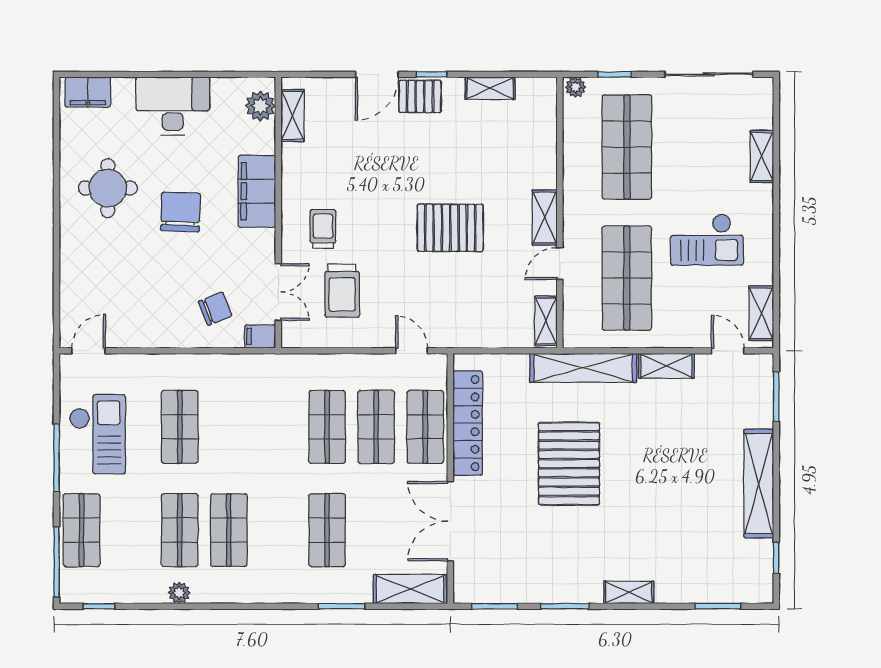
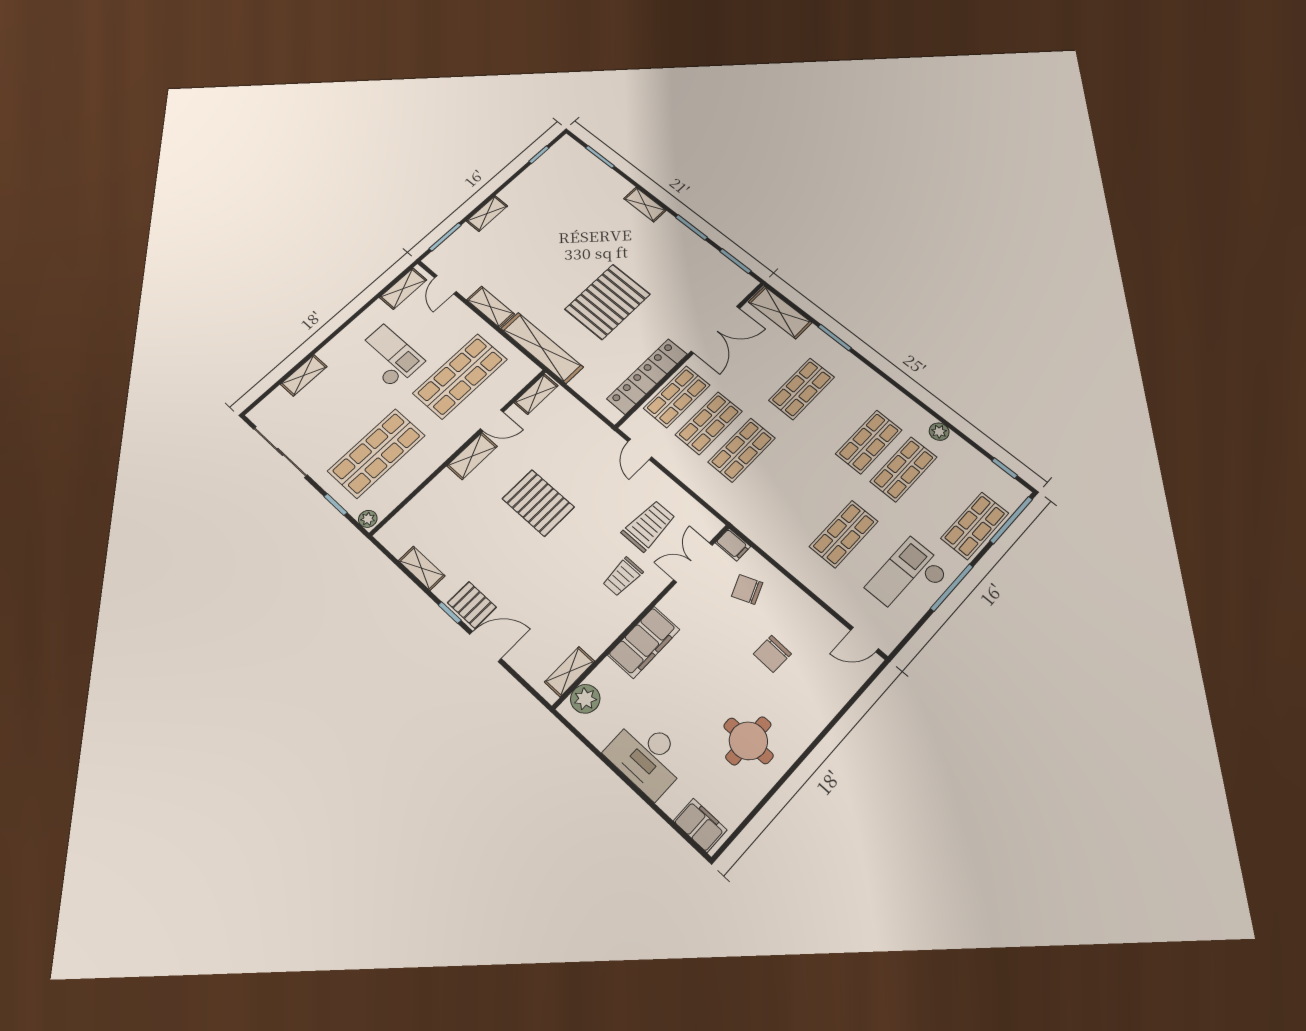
chair: (181, 212) -> (772, 654), moved, width x0.73, depth x0.73
shelving: (759, 484) -> (487, 214), width x0.45, depth x0.75

